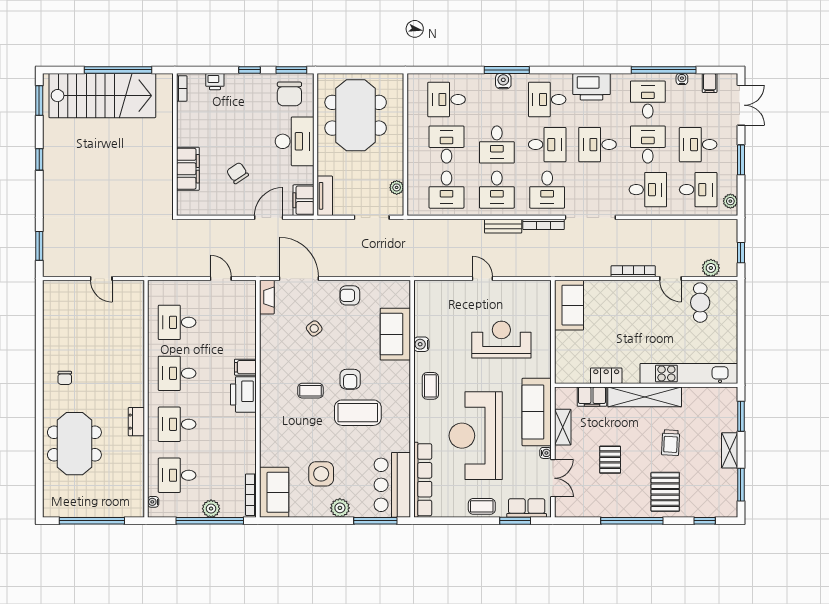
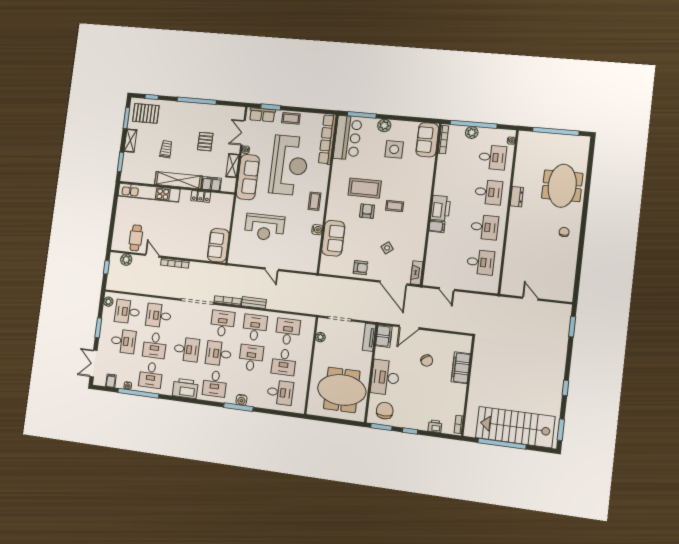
desk: (547, 99) -> (215, 384), turned 90
meeting table: (356, 115) -> (342, 390), turned 90
pallet: (665, 492) -> (146, 113), moved, turned 90

